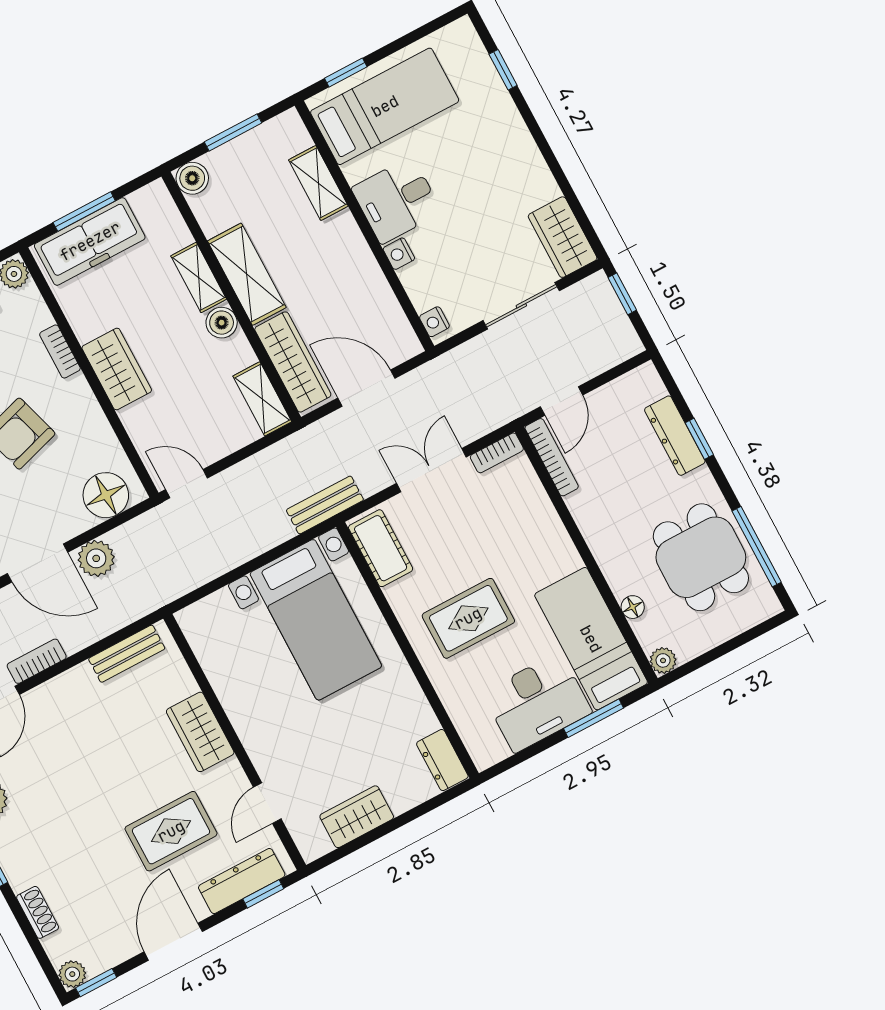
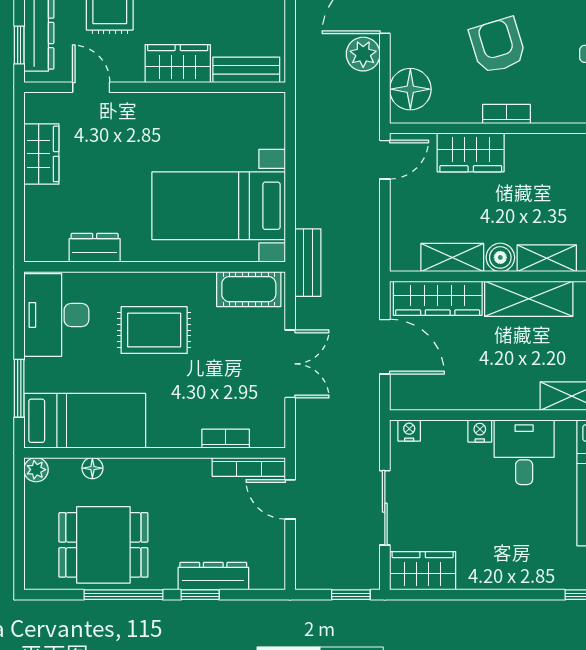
bookcase: (60, 351) -> (506, 114), moved
wardrobe: (117, 369) -> (471, 152), moved
door: (366, 388) -> (385, 347), hinge flipped
shelving: (262, 399) -> (452, 258), moved
bookcase: (497, 453) -> (226, 439), moved, turned 90
window: (757, 547) -> (123, 595), moved
rug: (468, 618) -> (154, 330), turned 90
bench: (127, 654) -> (246, 70), moved, turned 90
desk: (537, 702) -> (56, 315), moved
dresser: (442, 760) -> (95, 248), moved

